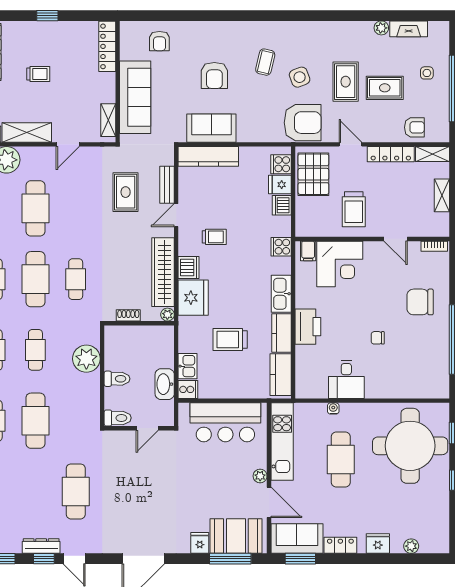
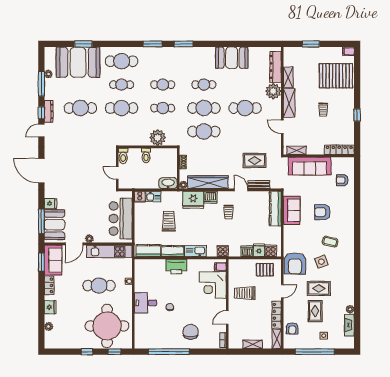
pallet: (313, 174) -> (265, 270), width x0.67, depth x0.71
cafe table: (76, 279) -> (204, 131), width x1.37, depth x1.35
desk: (346, 379) -> (146, 303), moved
washbasin: (165, 384) -> (168, 183), moved
cafe table: (76, 491) -> (80, 108), moved

